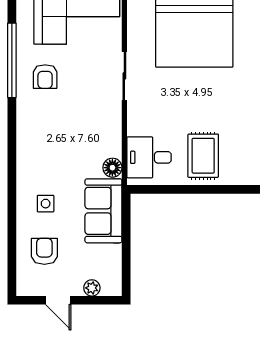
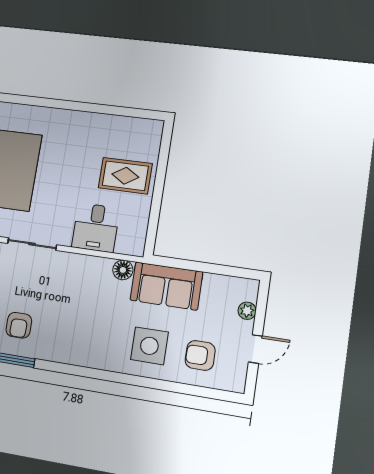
armchair: (45, 77) -> (19, 325), turned 90
desk: (149, 157) -> (96, 228), moved
side table: (46, 204) -> (149, 346), width x1.87, depth x1.87

